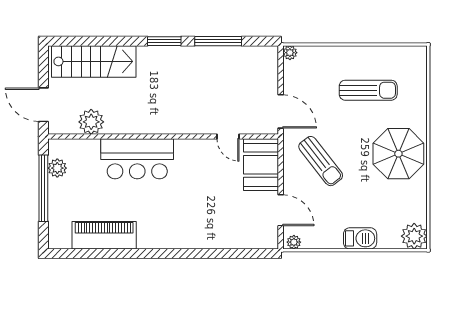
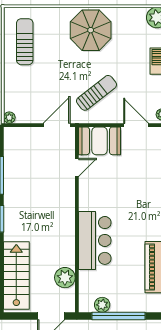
sun lounger: (368, 90) -> (25, 42), moved
door: (281, 210) -> (136, 125), hinge flipped

